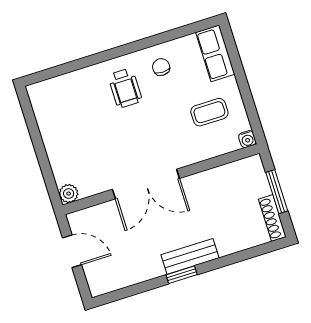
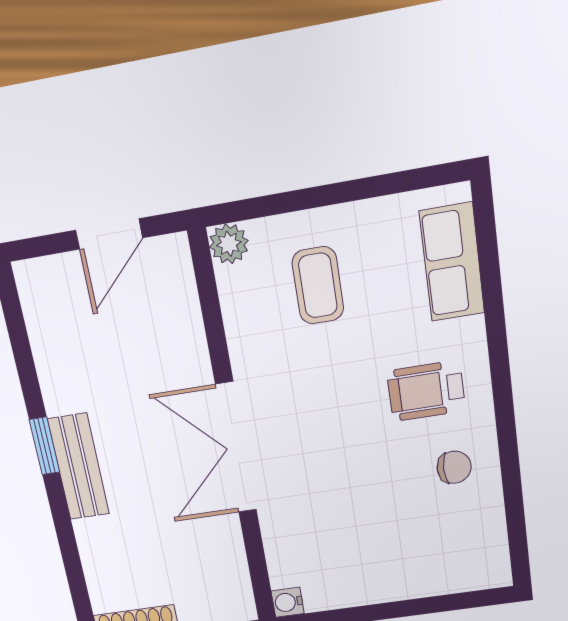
row of seats: (215, 53) -> (452, 262), moved, turned -90
coffee table: (209, 112) -> (318, 285), moved
double door: (146, 184) -> (236, 448), moved

